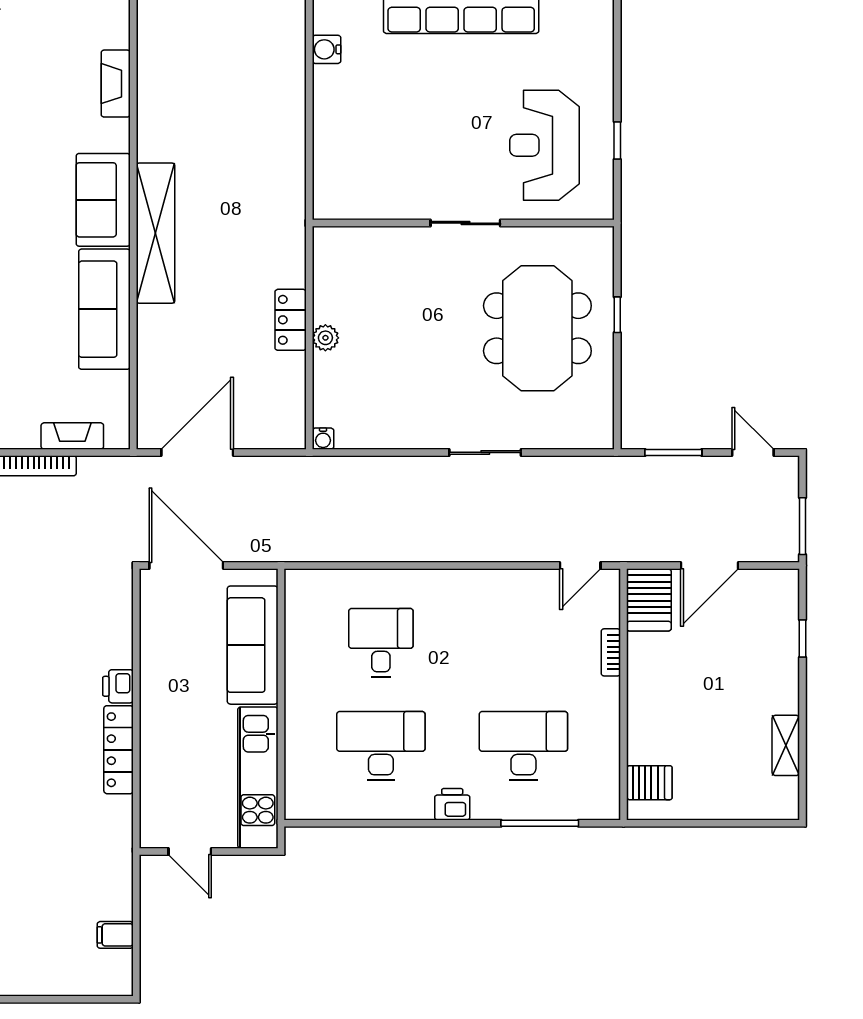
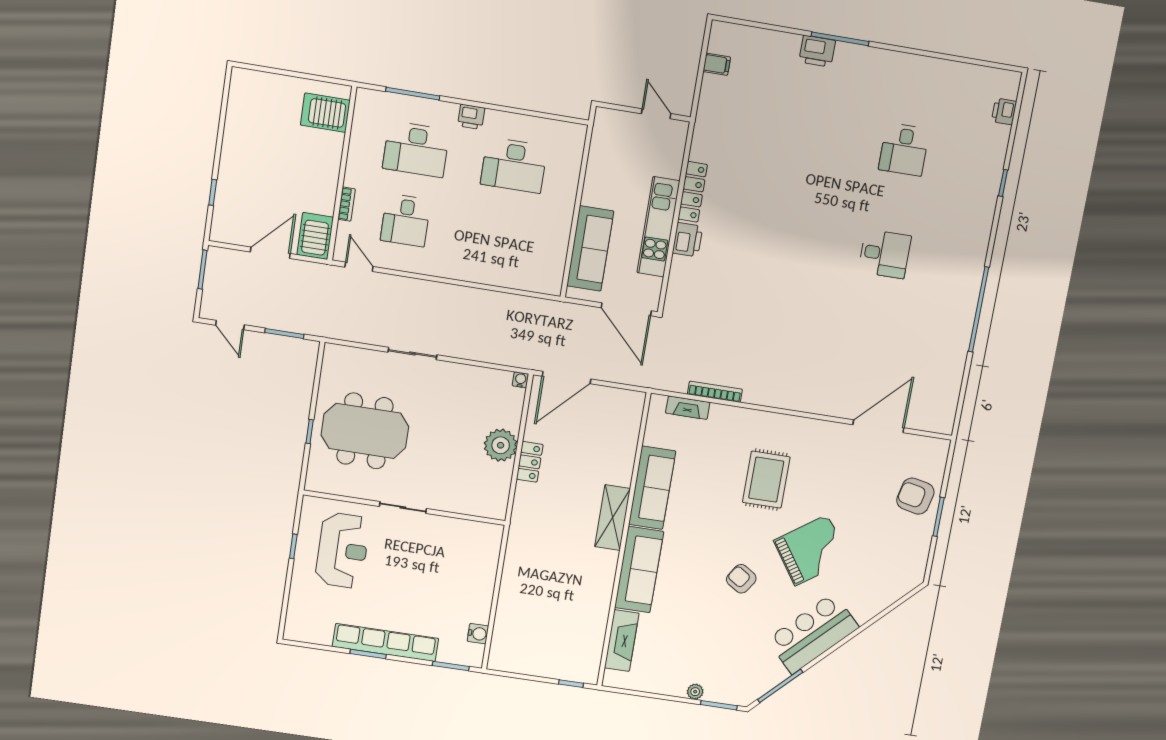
fireplace: (116, 84) -> (622, 641), width x1.37, depth x1.32
sofa: (103, 200) -> (639, 570), width x1.36
shelving: (156, 233) -> (612, 518), width x0.68
meeting table: (537, 328) -> (365, 431), turned 90
plant: (325, 338) -> (501, 445), width x1.87, depth x1.87
door: (197, 452) -> (567, 378), moved
door: (580, 566) -> (359, 267), hinge flipped
desk: (381, 643) -> (406, 220), moved
printer: (118, 686) -> (688, 240), width x1.36, depth x1.24
shelving: (786, 745) -> (234, 120), removed
kitchen unit: (258, 778) -> (658, 227), moved, turned 180
server rack: (649, 783) -> (325, 113), width x1.36, depth x1.44

